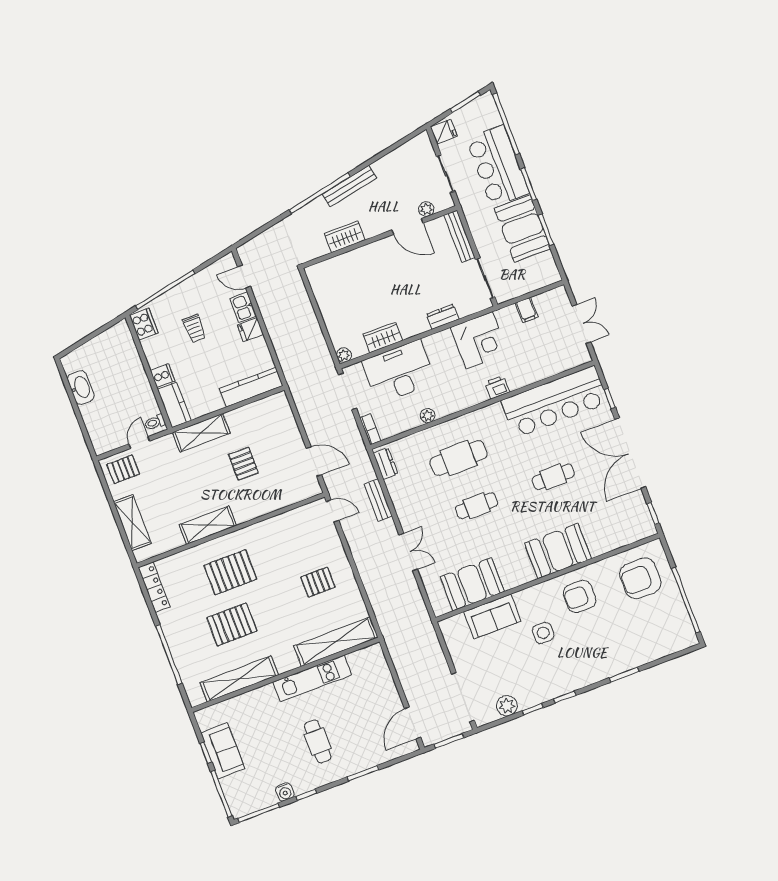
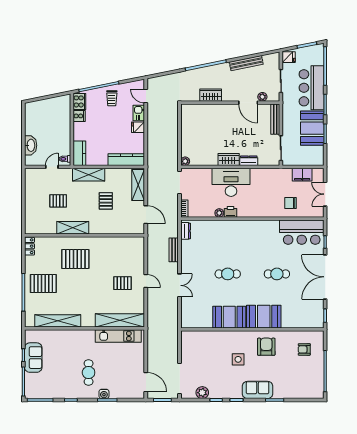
bench: (349, 186) -> (246, 63), moved
filing cabinet: (527, 310) -> (302, 175), width x2.00
double door: (581, 324) -> (325, 194), swing flipped
trolley: (194, 329) -> (112, 98), moved
wardrobe: (383, 337) -> (229, 160), moved
corner desk: (479, 340) -> (264, 182), removed
chair: (533, 358) -> (291, 203), added
desk: (399, 372) -> (231, 182), moved
cooker: (163, 376) -> (79, 116), moved
washbasin: (81, 387) -> (31, 145), moved
printer: (497, 387) -> (231, 212), moved
bar counter: (555, 402) -> (302, 232), width x0.73
cafe table: (459, 458) -> (228, 243), removed
pallet: (123, 469) -> (58, 201), moved
door: (333, 511) -> (146, 281), moved
shelving: (132, 523) -> (138, 185), moved
armchair: (640, 578) -> (304, 349), width x0.53, depth x0.53
booth: (472, 584) -> (229, 317), moved
locker: (154, 587) -> (29, 246), width x0.66
armchair: (580, 596) -> (266, 347), turned 90
sofa: (492, 616) -> (258, 390), moved, turned 180
pallet: (232, 624) -> (43, 283), moved
kitchen unit: (312, 678) -> (118, 336), moved
door: (413, 723) -> (146, 382), swing flipped
water cooler: (285, 792) -> (104, 394), moved

